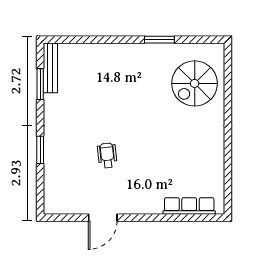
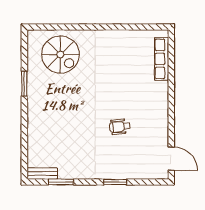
bench: (50, 68) -> (42, 174), width x0.73
door: (103, 218) -> (171, 159), moved

